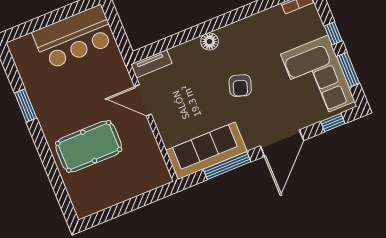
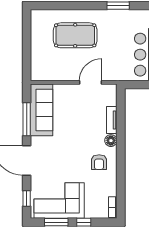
tv unit: (151, 64) -> (112, 120), moved
armchair: (240, 86) -> (99, 162), moved, turned -108
pool table: (89, 146) -> (75, 35), turned 90

